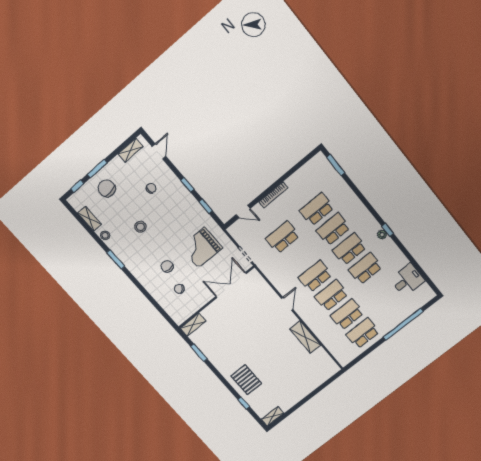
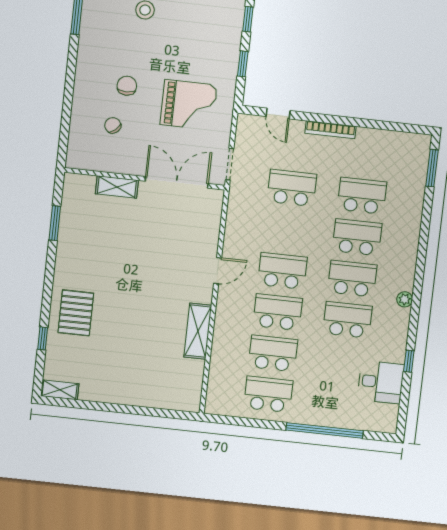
window: (388, 230) -> (409, 361), moved
grand piano: (201, 248) -> (189, 105), turned 180
shelving: (193, 325) -> (117, 187), moved

